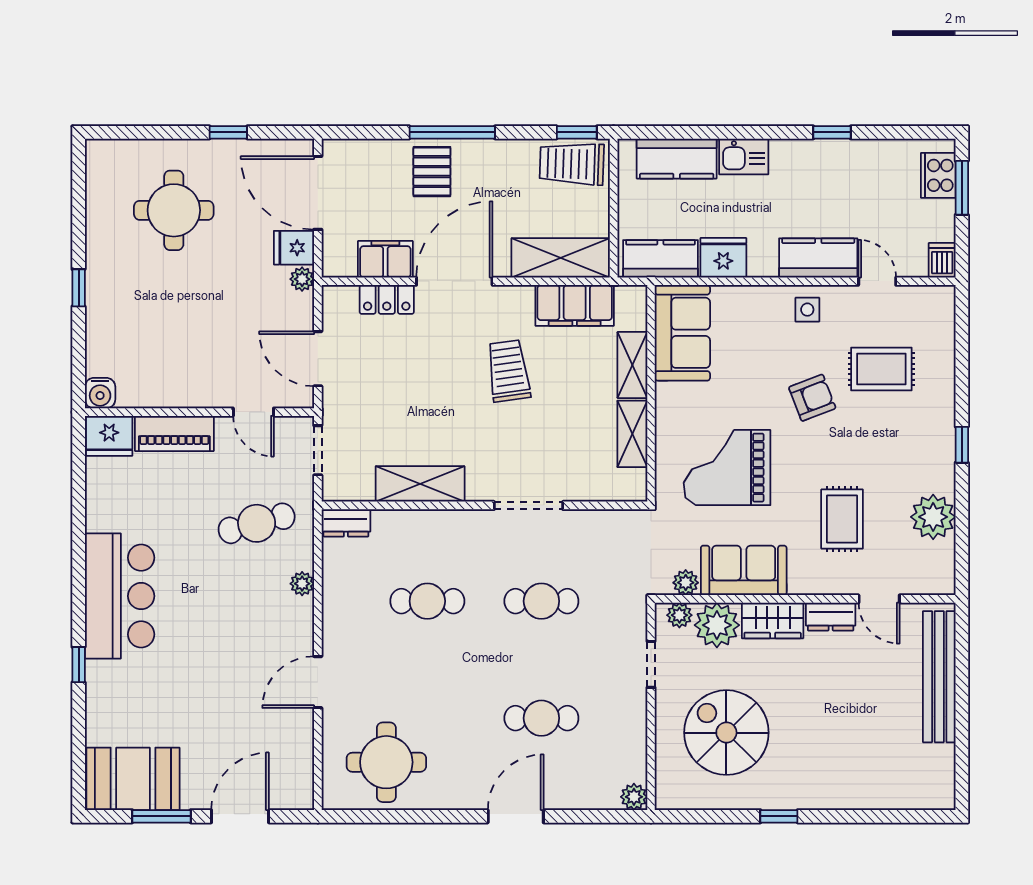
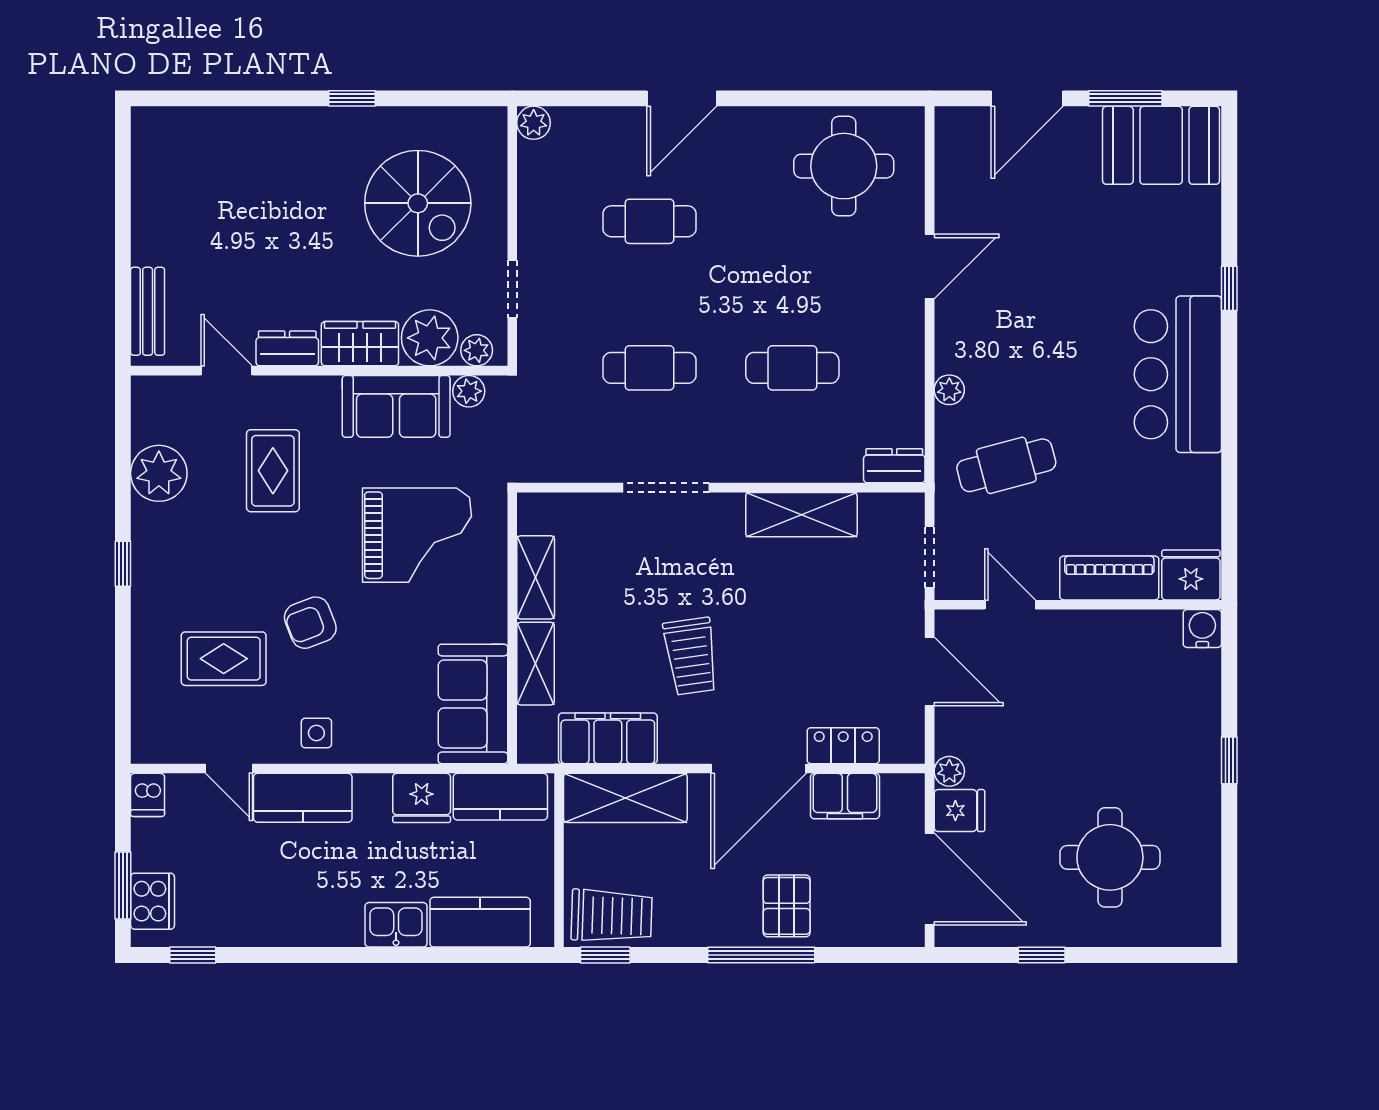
window: (832, 132) -> (193, 955), moved
bench: (939, 677) -> (148, 311), width x0.54, depth x0.82

